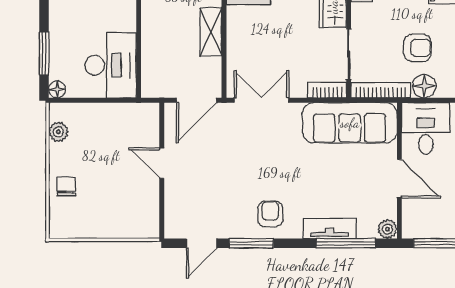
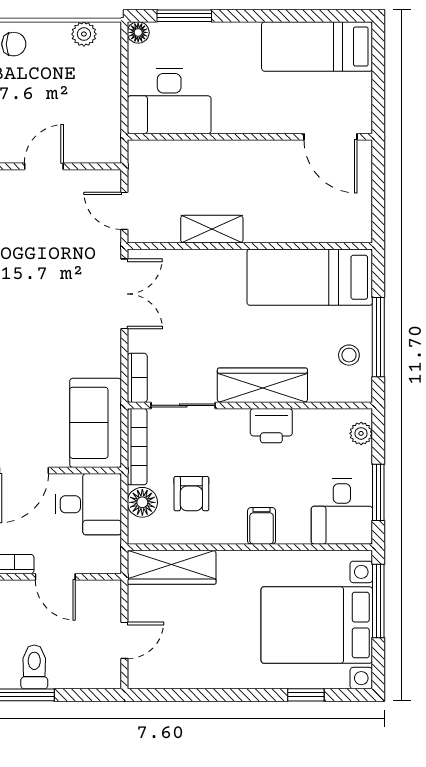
door: (197, 100) -> (124, 211), width x0.73
sofa: (350, 123) -> (96, 423), width x0.73

